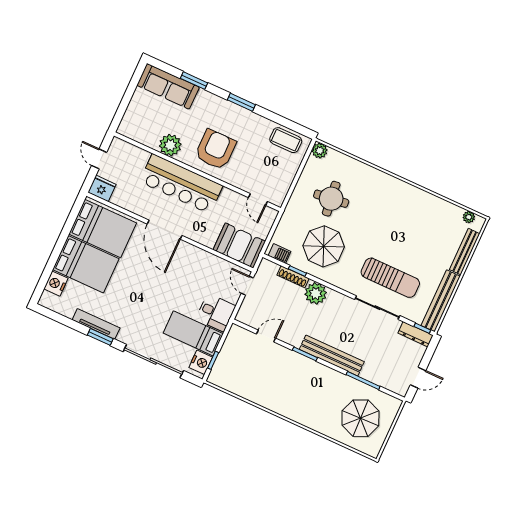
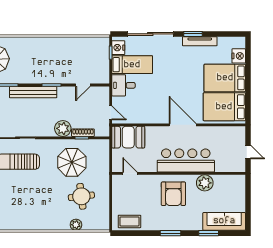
plant: (320, 151) -> (76, 225), moved
fridge: (102, 188) -> (237, 133), removed
barbecue: (280, 254) -> (99, 144), removed

